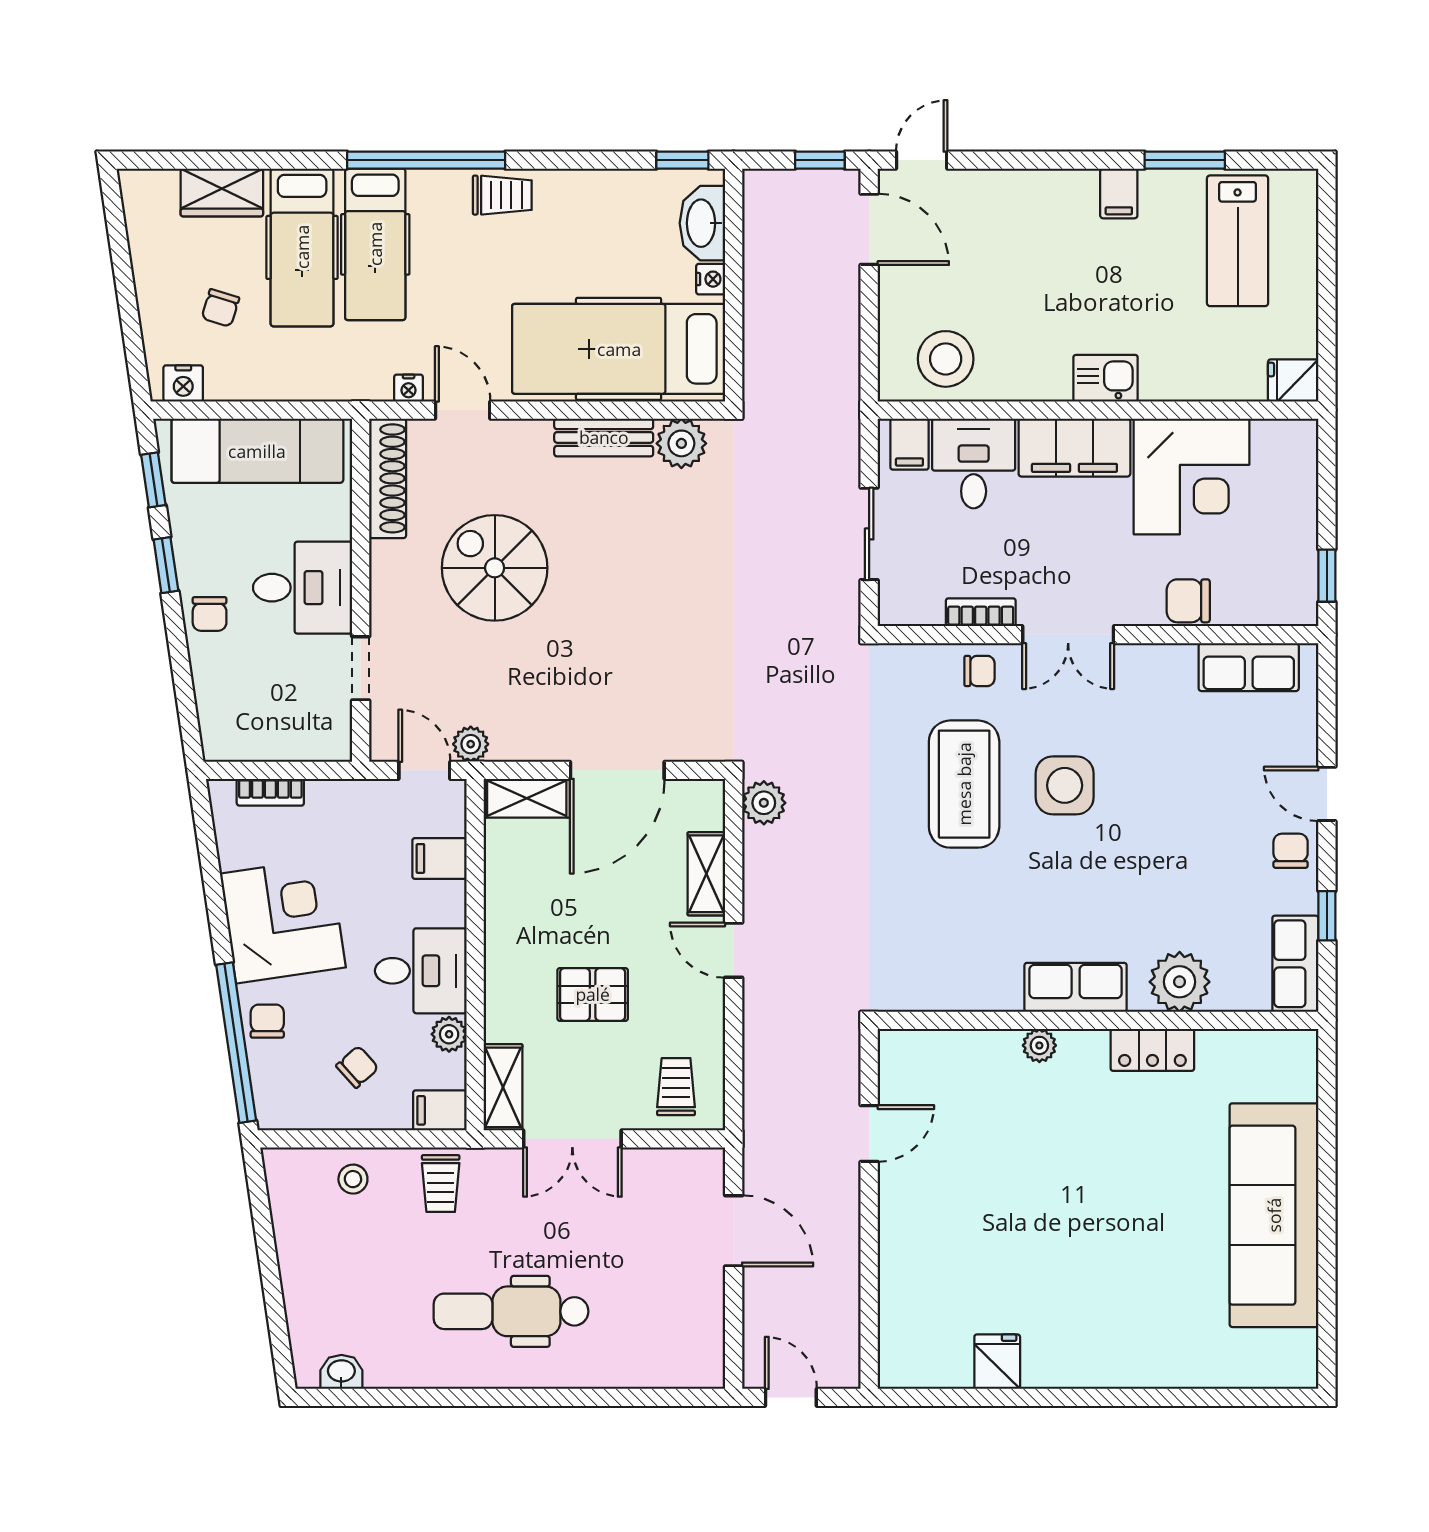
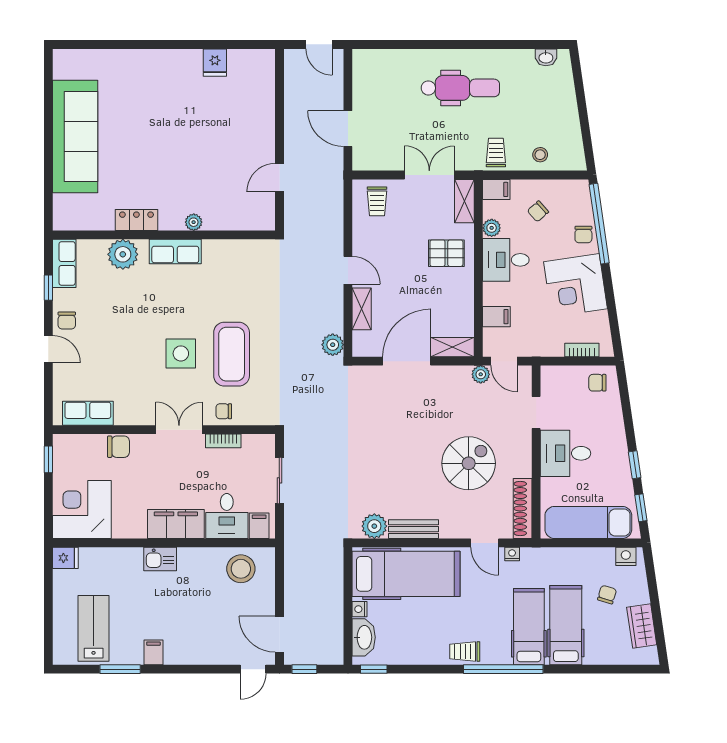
wardrobe: (222, 192) -> (642, 626), moved, turned -98
corner desk: (1192, 476) -> (82, 509), moved
spiral stairs: (495, 568) -> (469, 463), turned -90
chair: (210, 614) -> (597, 383), moved, turned -90
pallet: (593, 994) -> (446, 253), moved

